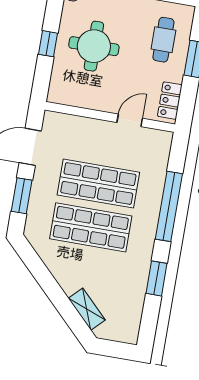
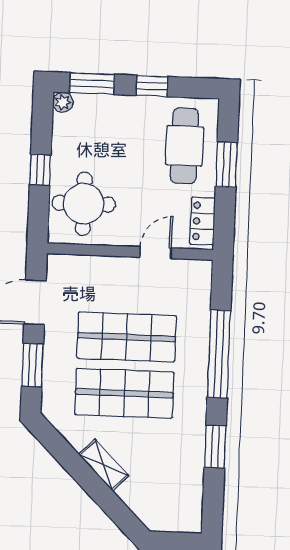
cafe table: (163, 40) -> (184, 146), width x1.37, depth x1.35
round table: (94, 46) -> (84, 204), moved
shelving: (87, 309) -> (104, 465), moved

